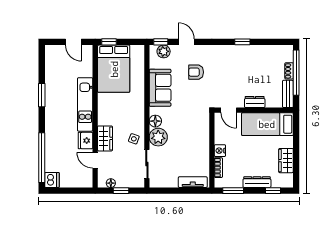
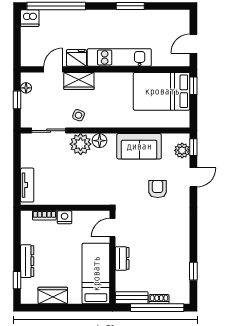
window: (242, 42) -> (193, 271), moved
window: (233, 191) -> (17, 233), removed

